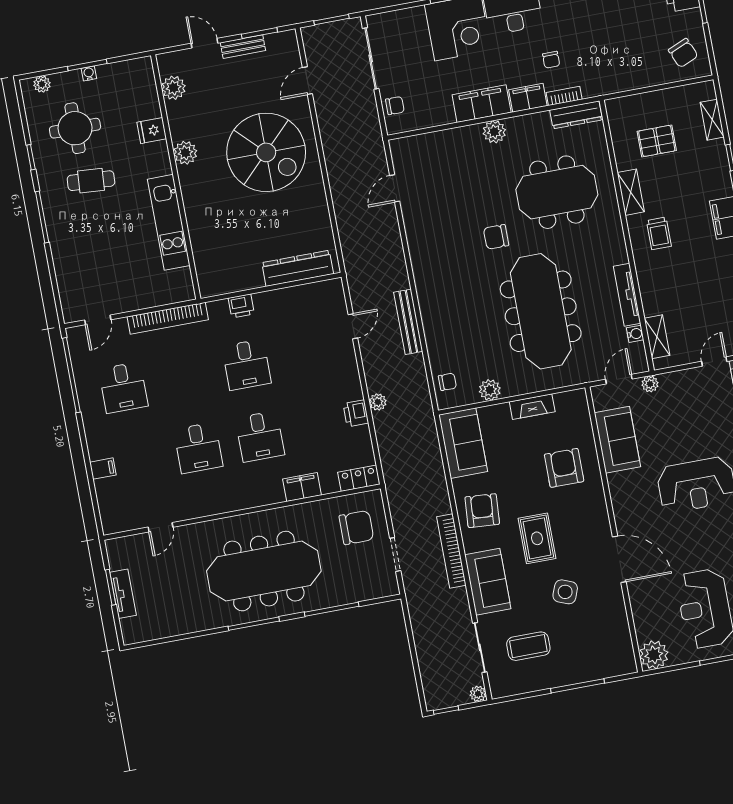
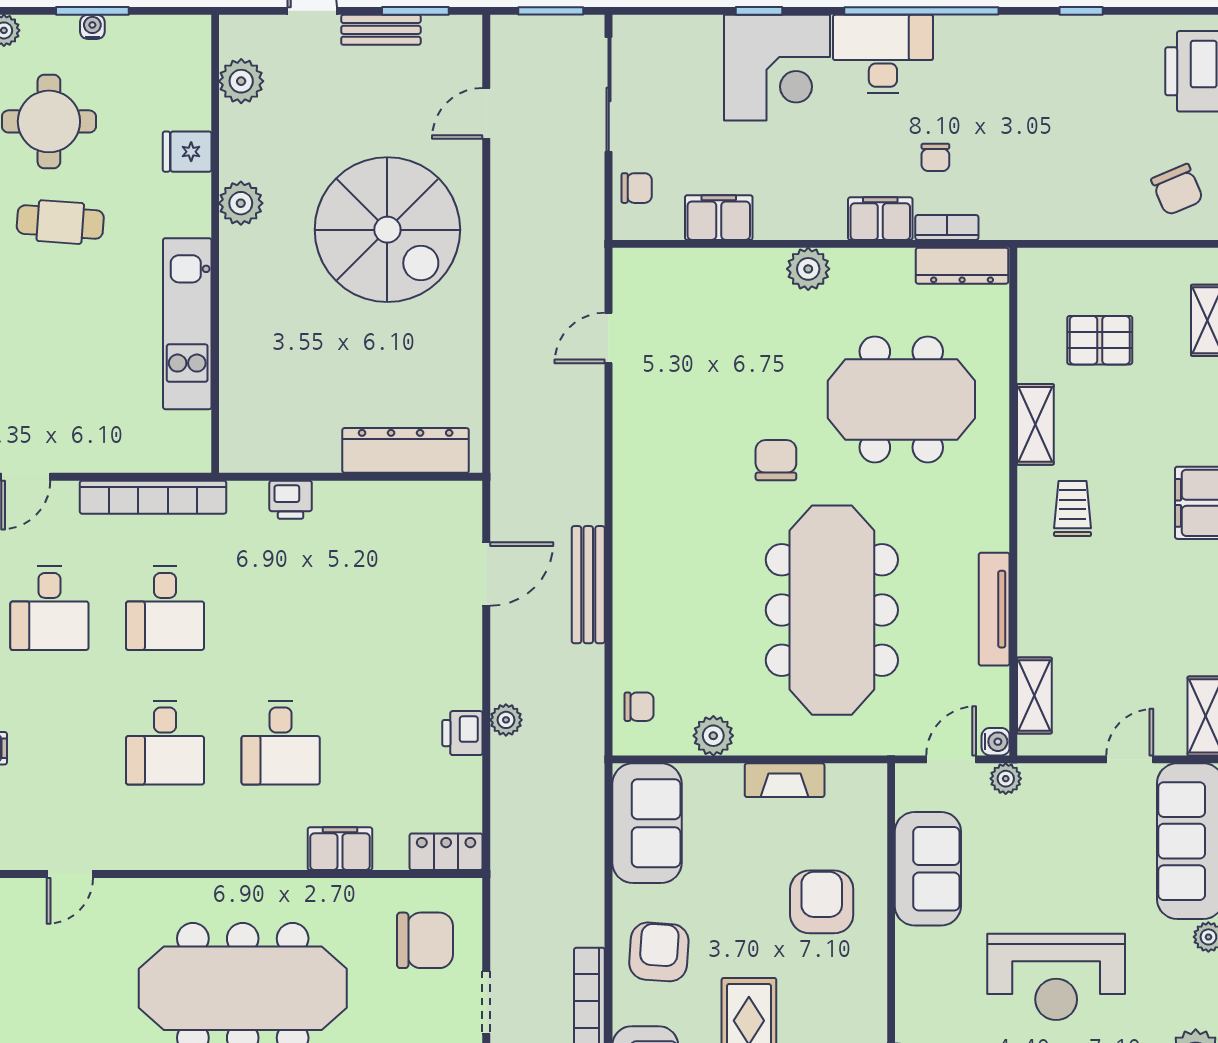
filing cabinet: (482, 104) -> (719, 218), moved, width x0.67, depth x0.86
trolley: (659, 233) -> (1072, 509), turned 180
chair: (496, 237) -> (776, 460), turned 90
door: (353, 326) -> (486, 574), width x1.38
water cooler: (635, 334) -> (996, 742), moved
desk: (247, 365) -> (165, 608), moved

